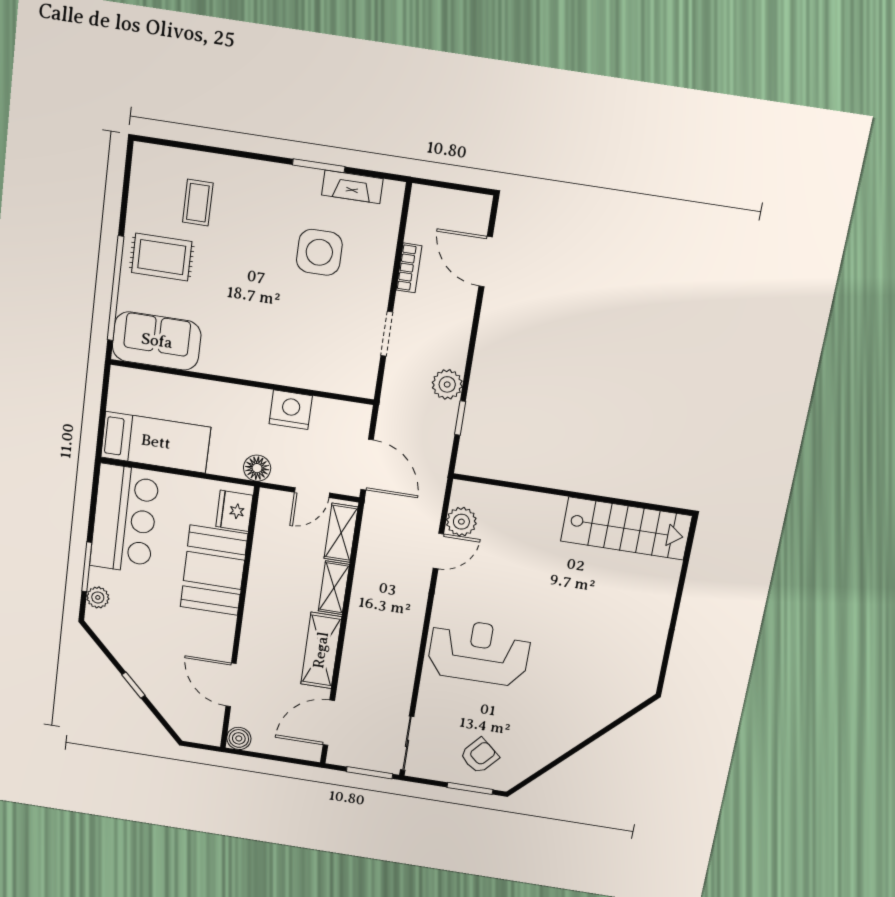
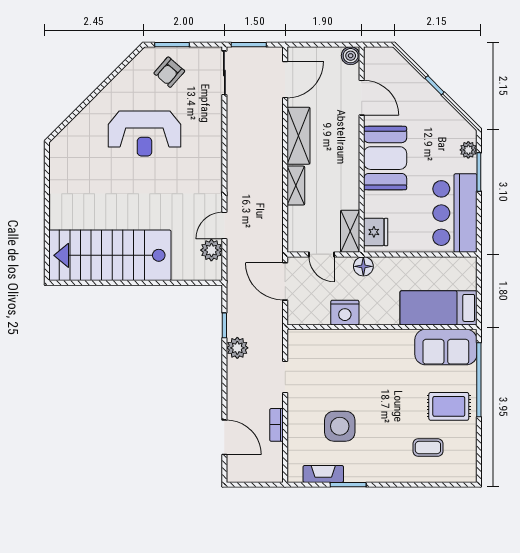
coffee table: (198, 203) -> (428, 447), turned 90
bed: (156, 442) -> (438, 308), moved
door: (312, 493) -> (322, 254), swing flipped
stairs: (626, 528) -> (110, 255), width x1.36, depth x1.51
shelving: (341, 533) -> (350, 231), moved
booth: (214, 570) -> (385, 158), moved
reception desk: (479, 652) -> (144, 134), moved

